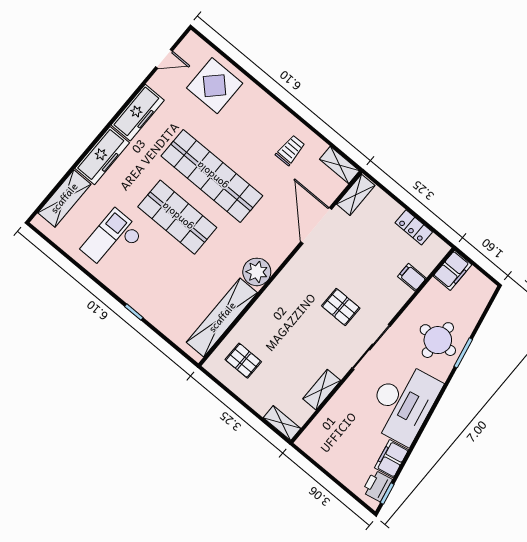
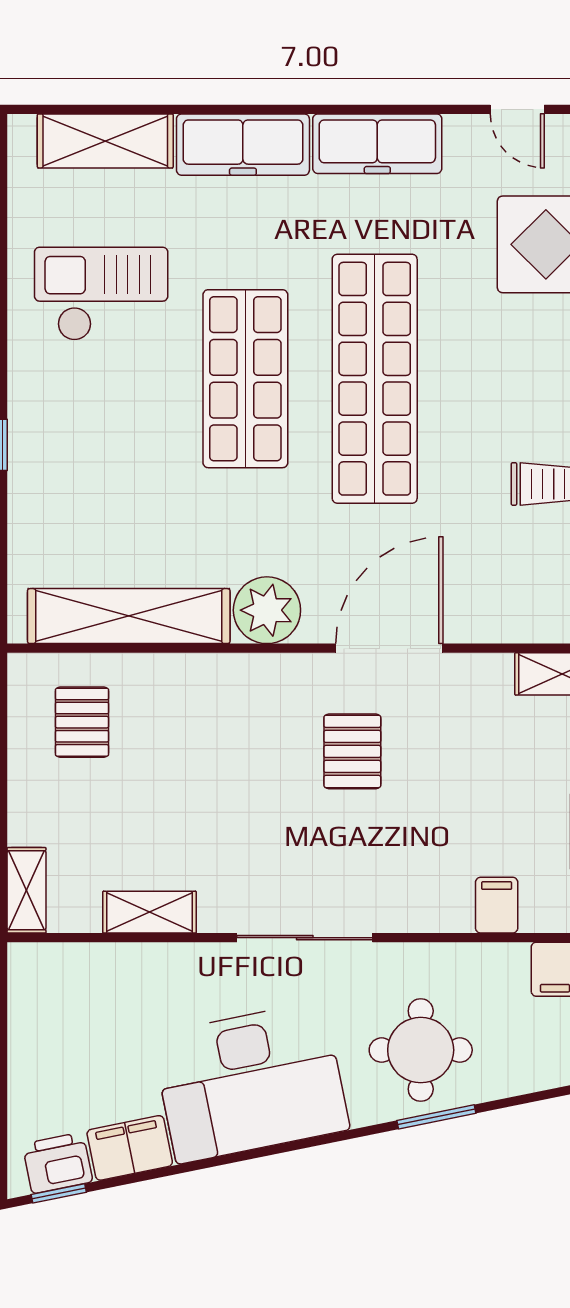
door: (316, 226) -> (389, 648), moved
pallet: (341, 307) -> (352, 751), moved

